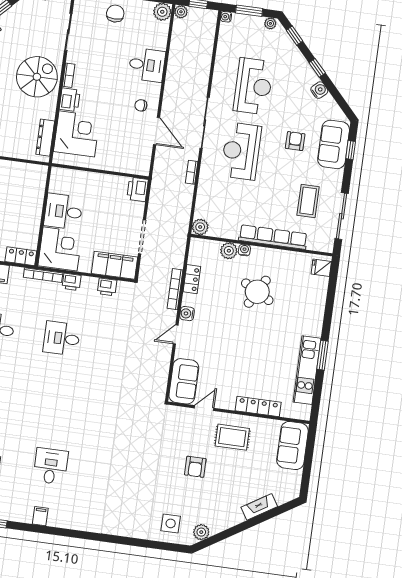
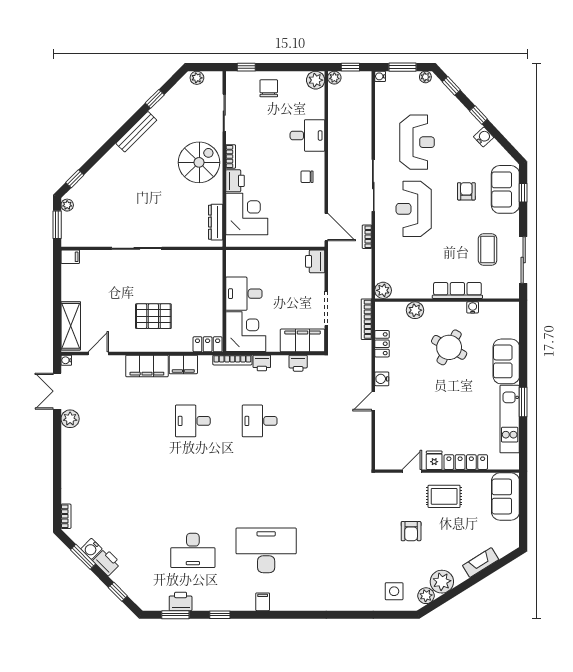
door: (157, 131) -> (326, 227), moved
row of seats: (273, 237) -> (457, 290), width x0.73
water cooler: (244, 250) -> (473, 307), moved
fridge: (321, 268) -> (434, 460), moved, turned 90
bookcase: (175, 289) -> (366, 319), moved
sofa: (184, 381) -> (506, 361), moved, turned 180
desk: (51, 466) -> (266, 550), width x1.87, depth x1.30
plant: (219, 520) -> (442, 582), added

